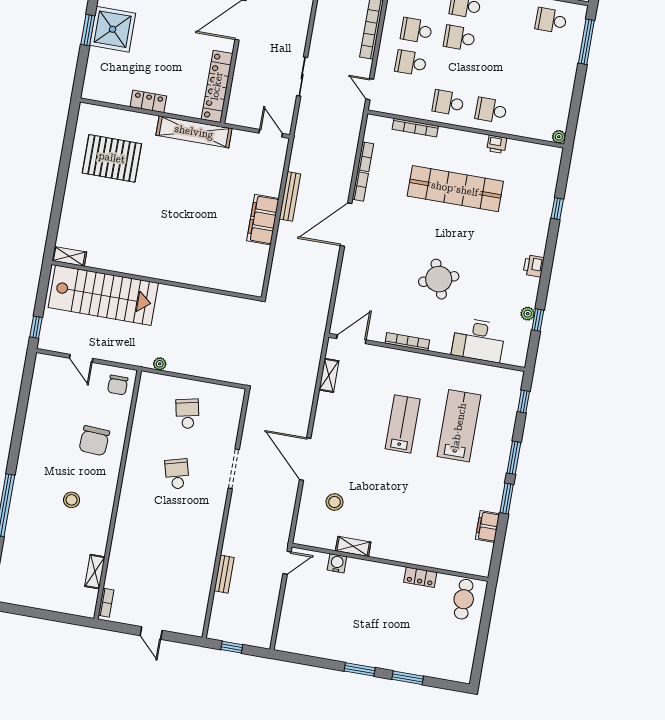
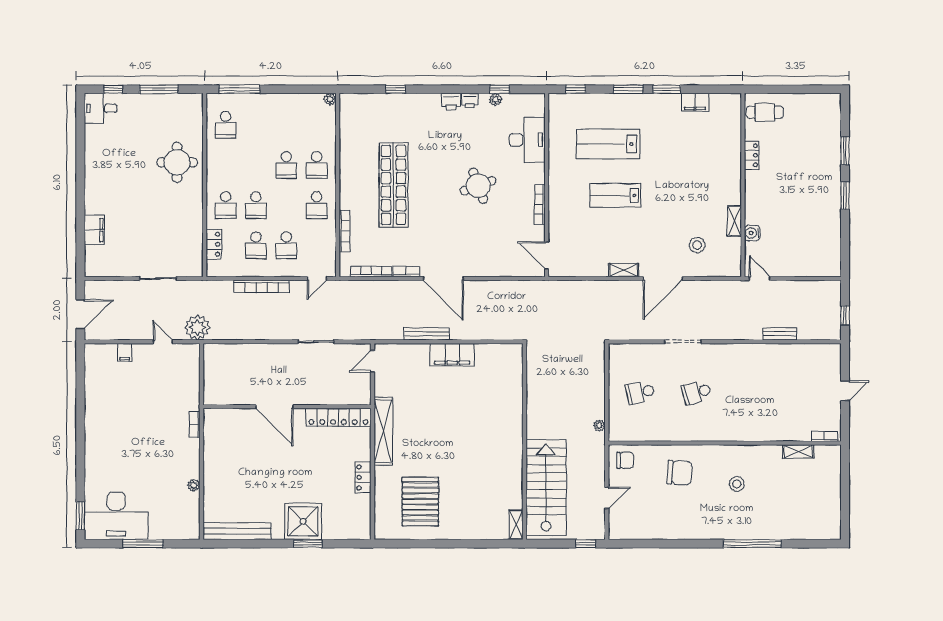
school desk: (497, 78) -> (286, 165), added
printer: (497, 144) -> (470, 101), moved, turned 90
bookcase: (365, 157) -> (371, 272), width x1.56
shelving: (329, 375) -> (624, 270), moved

